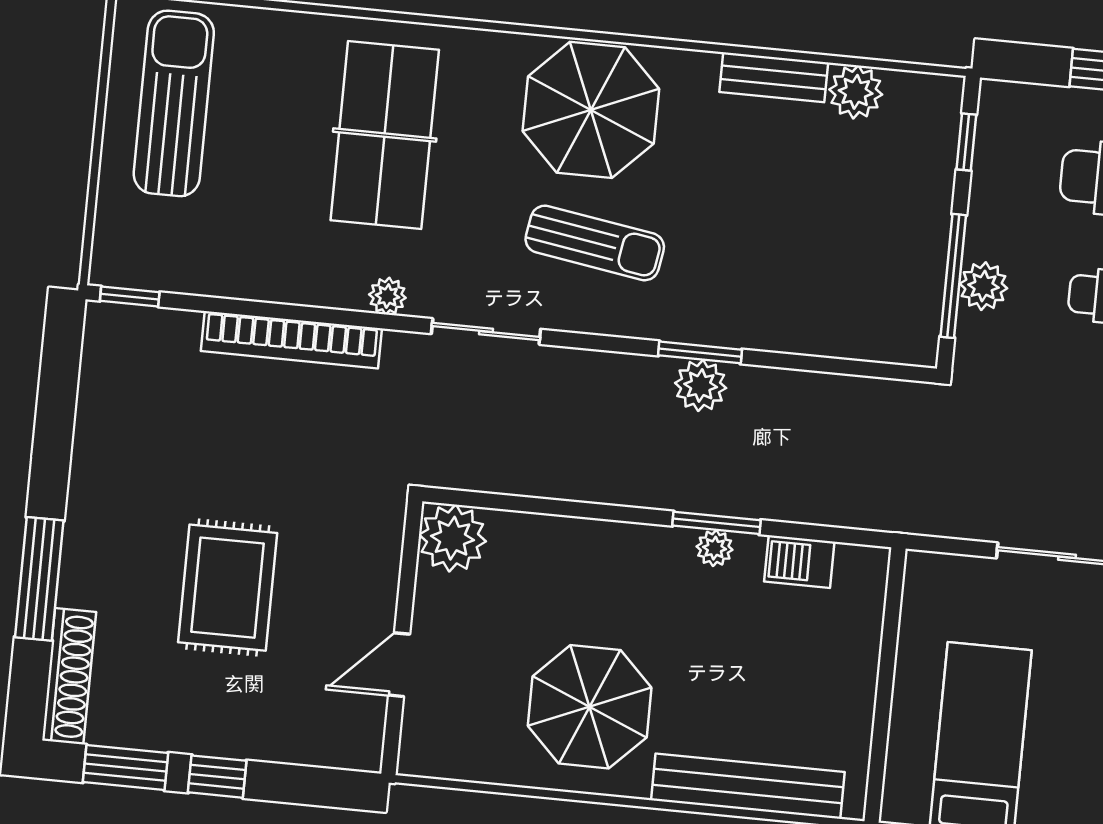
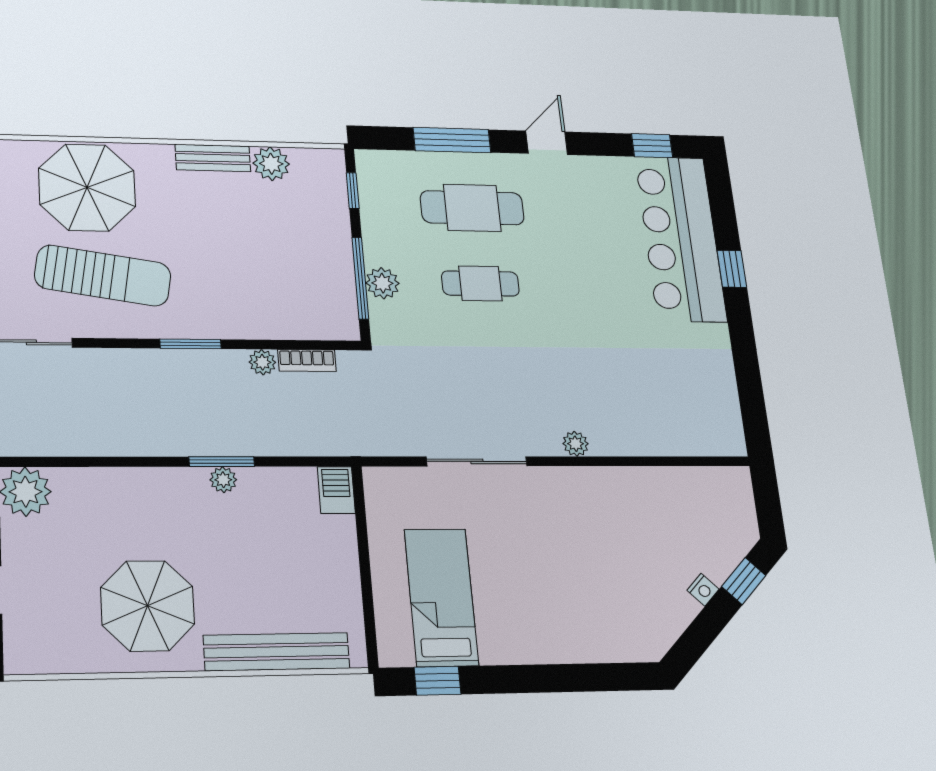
sun lounger: (595, 243) -> (103, 276), width x1.36, depth x1.34
plant: (701, 386) -> (262, 362), moved, width x0.73, depth x0.73
bookcase: (856, 391) -> (307, 361), added
barbecue: (799, 562) -> (336, 490), moved, turned 90

